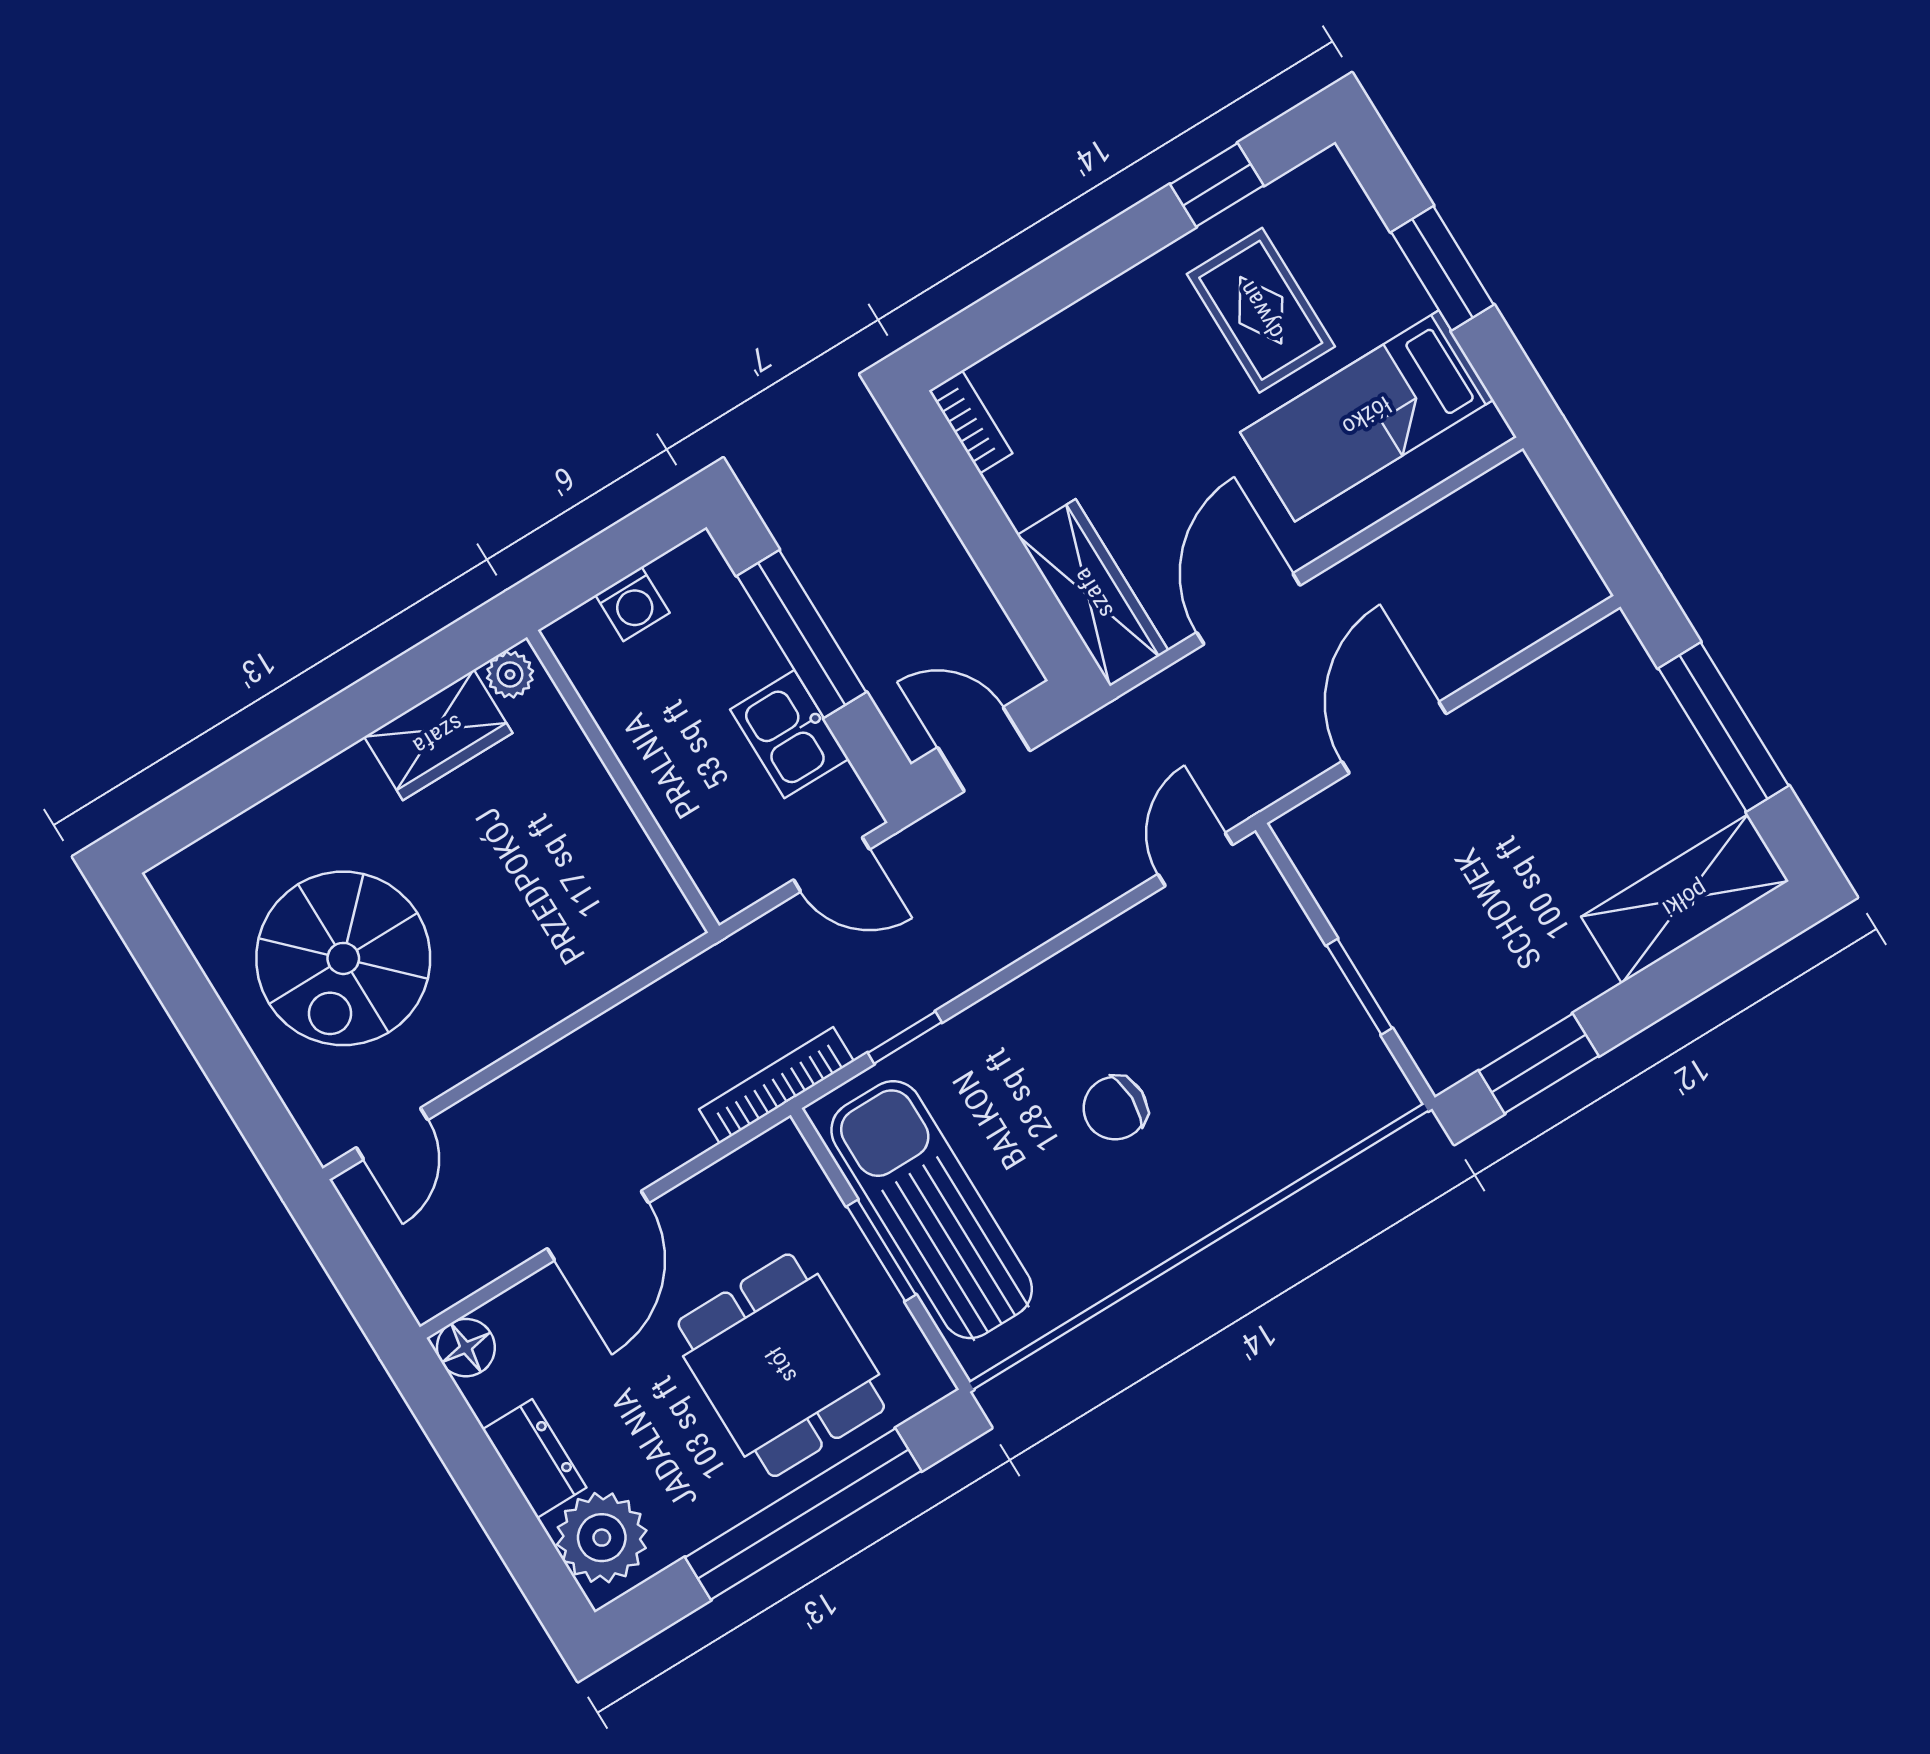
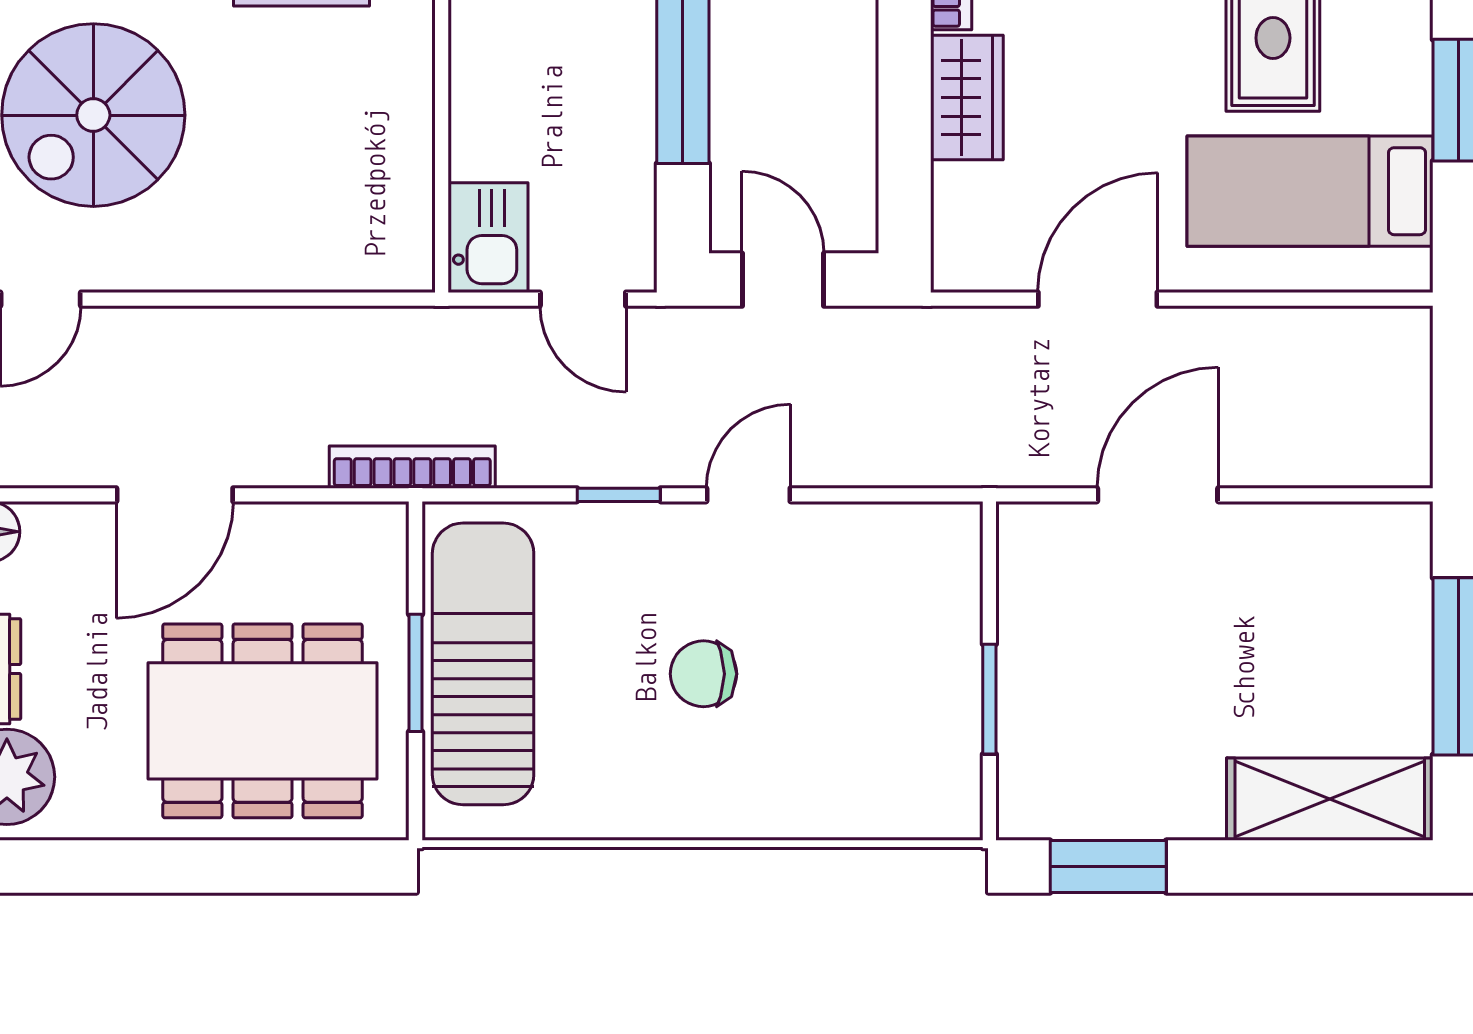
wardrobe: (1093, 593) -> (967, 98), moved, width x0.67
kitchen sink: (789, 734) -> (488, 238), moved, turned 180
door: (1195, 859) -> (748, 495), moved
window: (905, 1038) -> (619, 495), moved
dining table: (781, 1365) -> (263, 721), width x1.37
window: (803, 1514) -> (200, 866), removed

